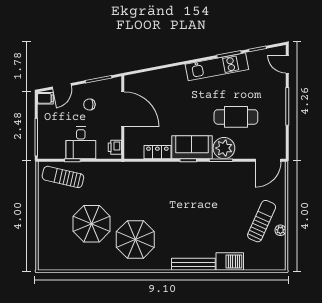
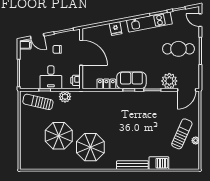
fridge: (170, 76) -> (116, 29), added
door: (62, 86) -> (37, 36), hinge flipped
cafe table: (236, 117) -> (178, 49), moved
plant: (224, 148) -> (169, 81), moved
plant: (100, 170) -> (65, 97), added

